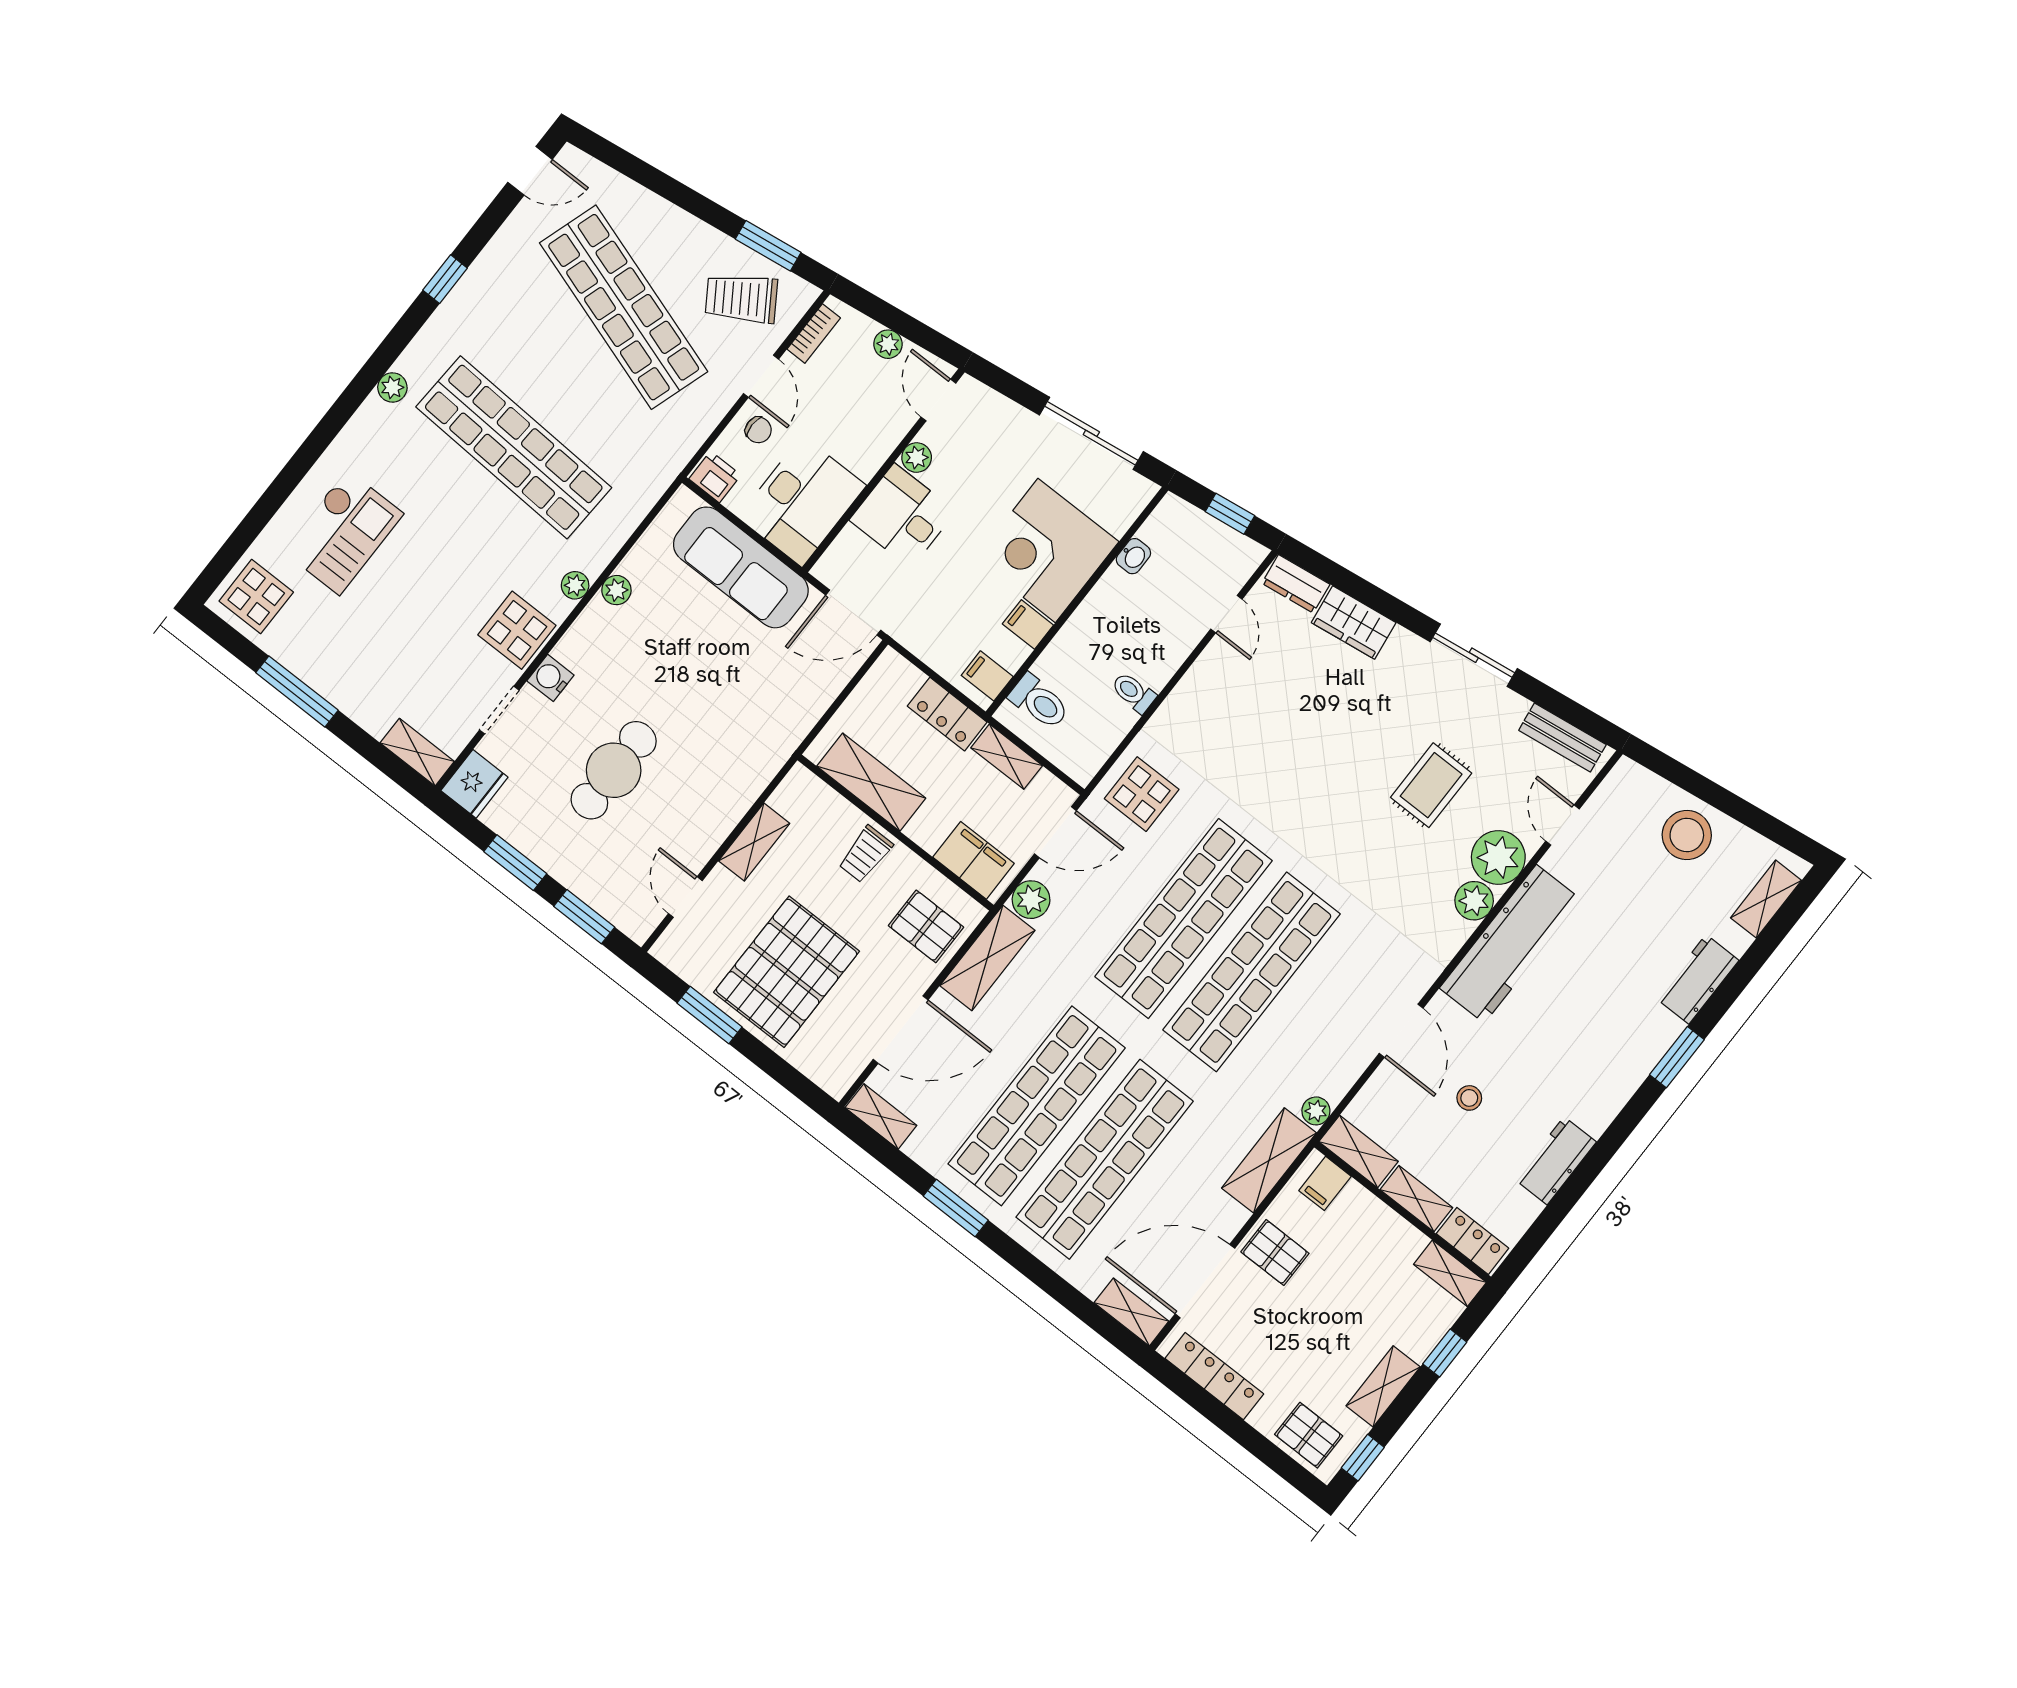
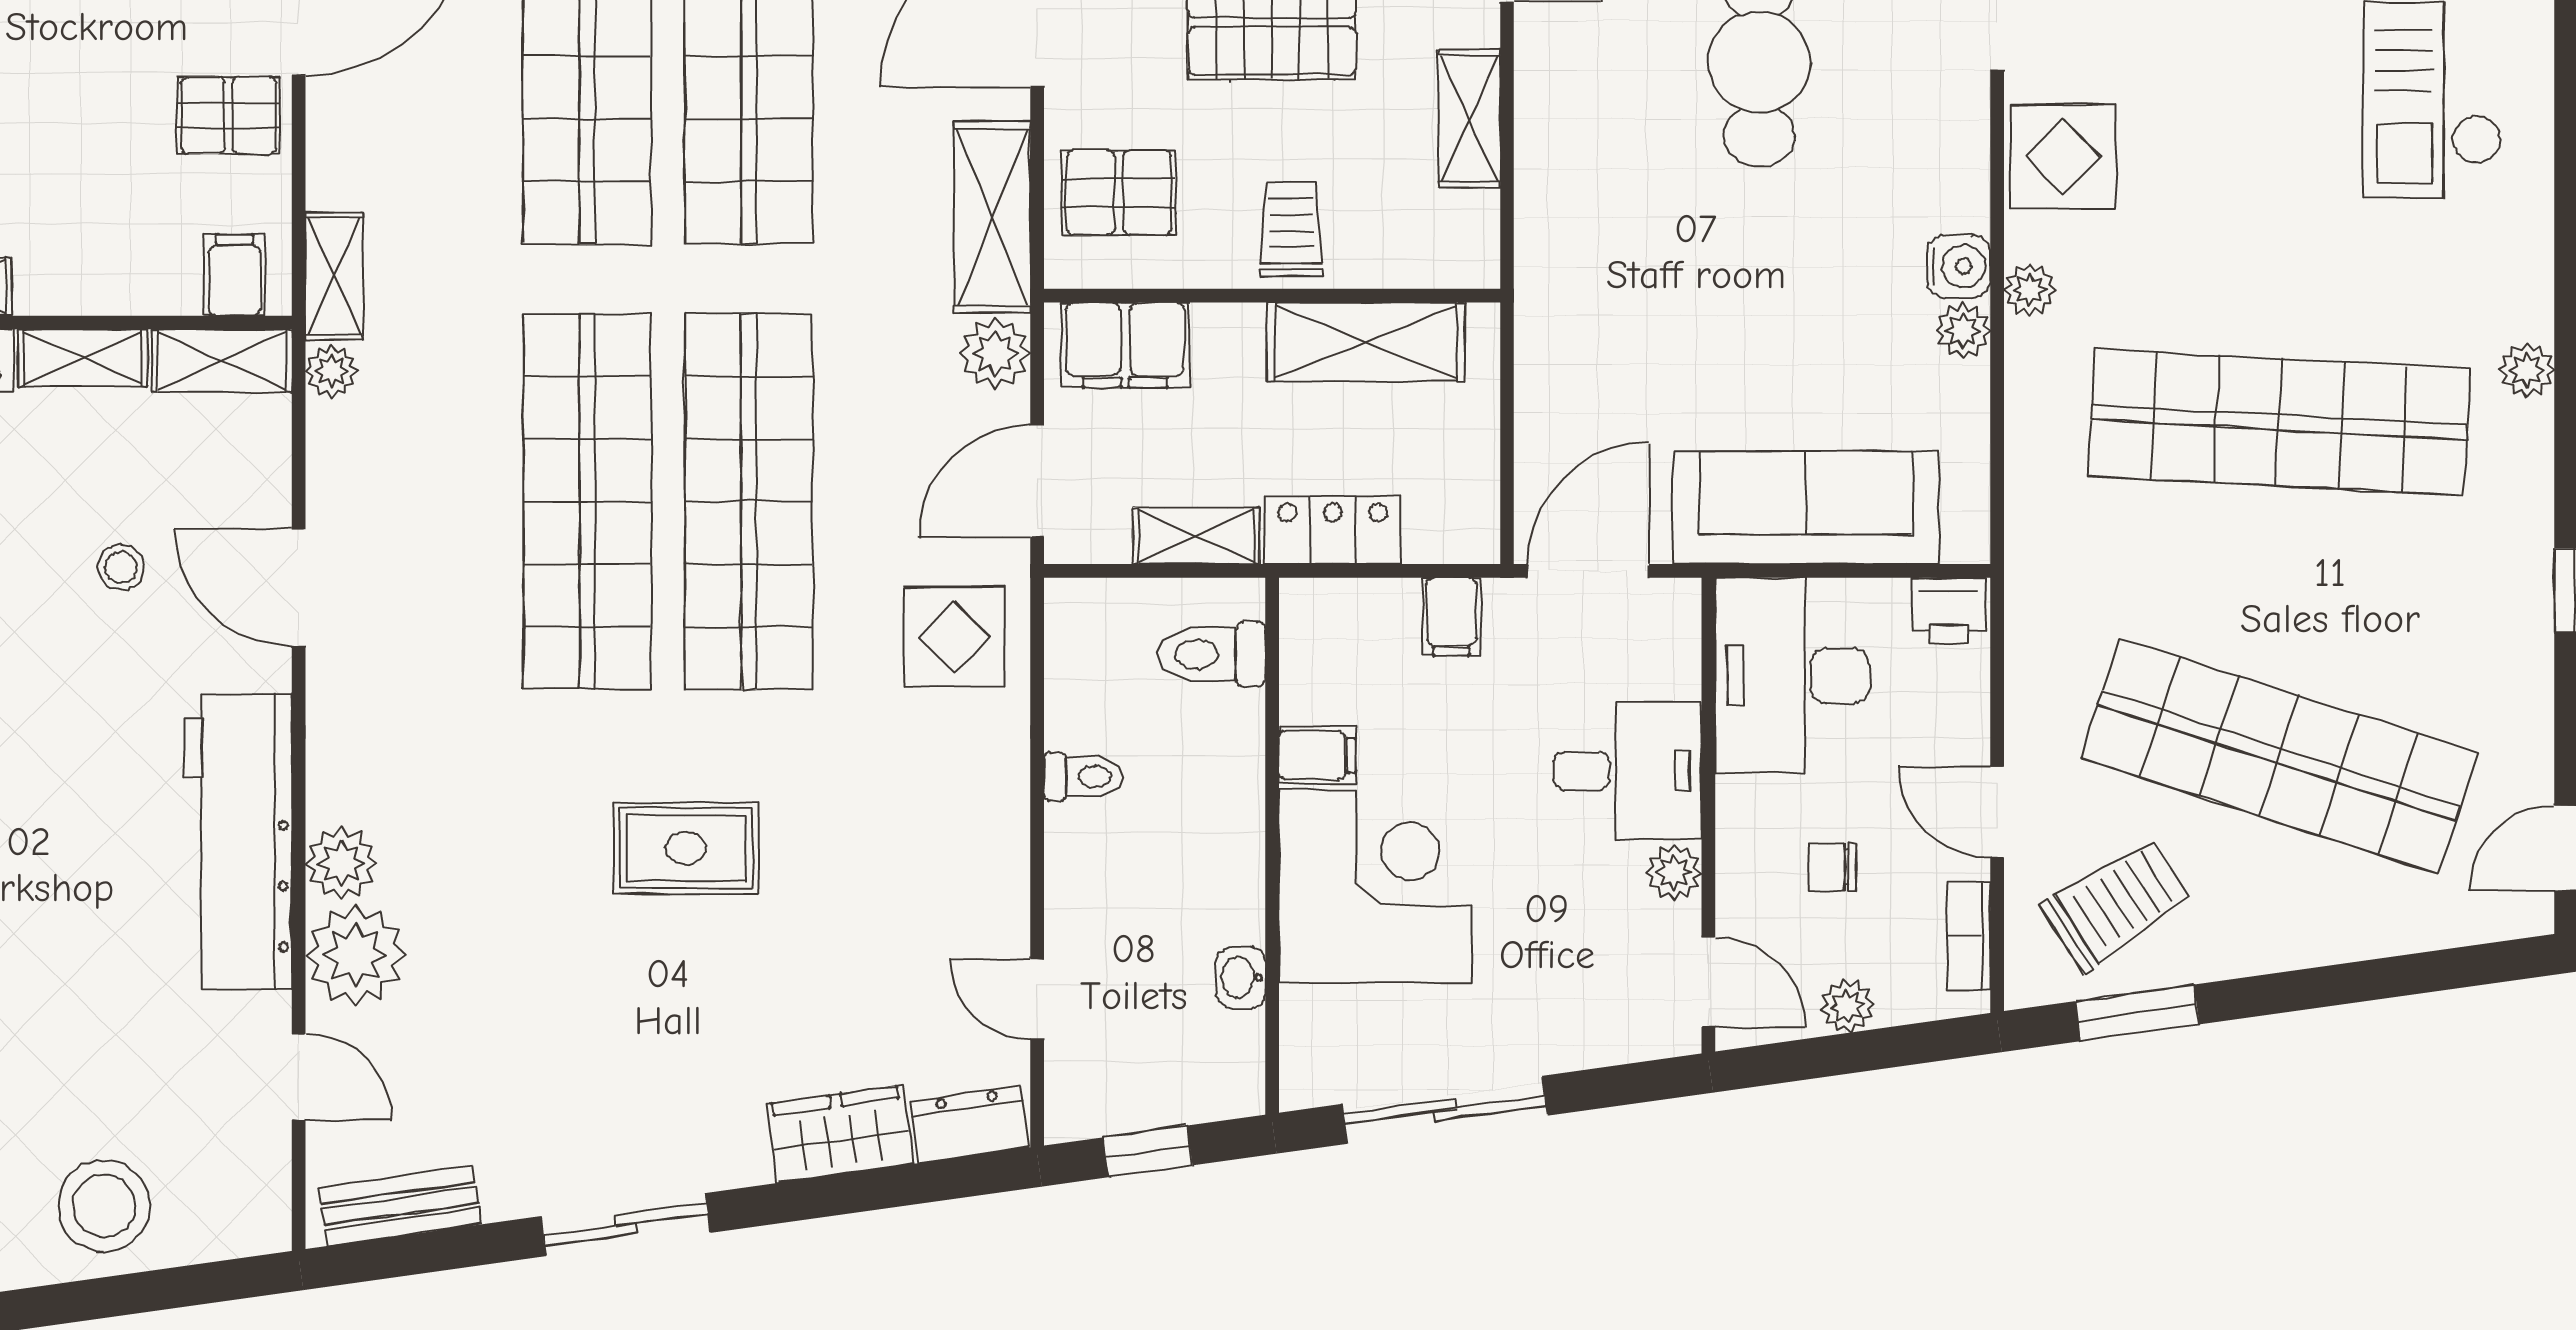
chair: (758, 430) -> (1832, 867), moved
filing cabinet: (987, 676) -> (1451, 617), moved, turned 90
water cooler: (550, 678) -> (1959, 266), moved
rug: (1431, 785) -> (686, 848), moved, turned 90
shelving: (1269, 1160) -> (334, 276), width x0.67, depth x0.75

